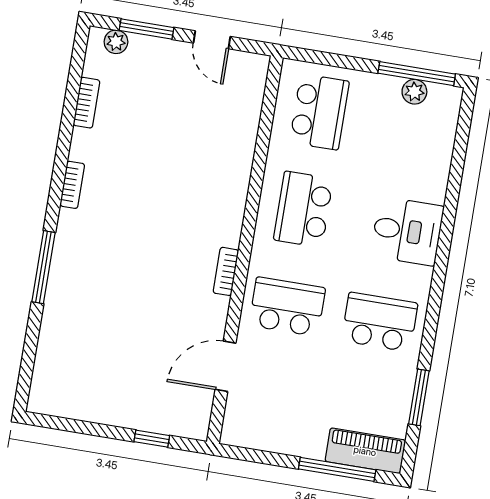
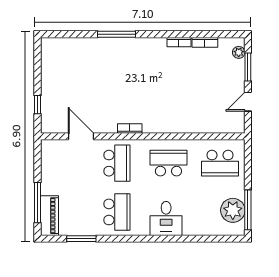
plant: (414, 92) -> (233, 210), width x1.88, depth x1.88
bookcase: (72, 185) -> (179, 42), moved

